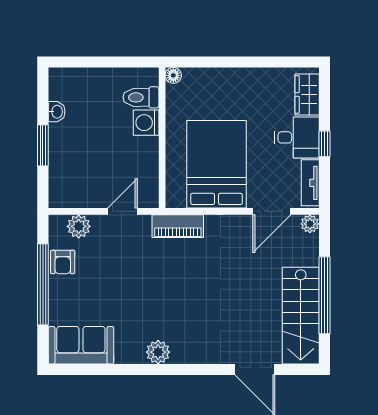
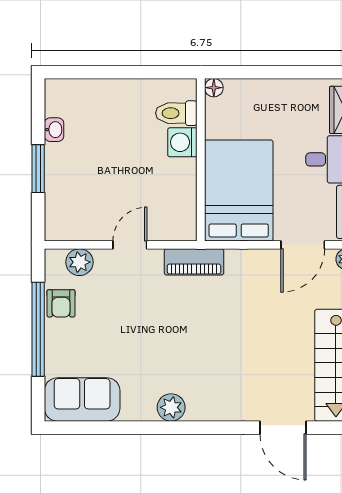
floor lamp: (173, 75) -> (214, 88), moved
toilet: (141, 97) -> (176, 113), moved
washing machine: (146, 123) -> (182, 142), moved
wall: (162, 138) -> (201, 160), moved

